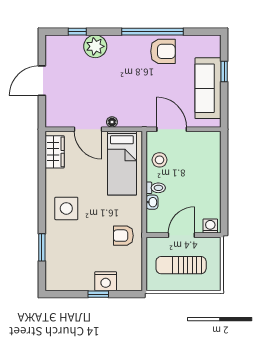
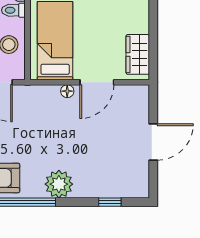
plant: (95, 46) -> (59, 184), moved
door: (88, 129) -> (97, 82), swing flipped

